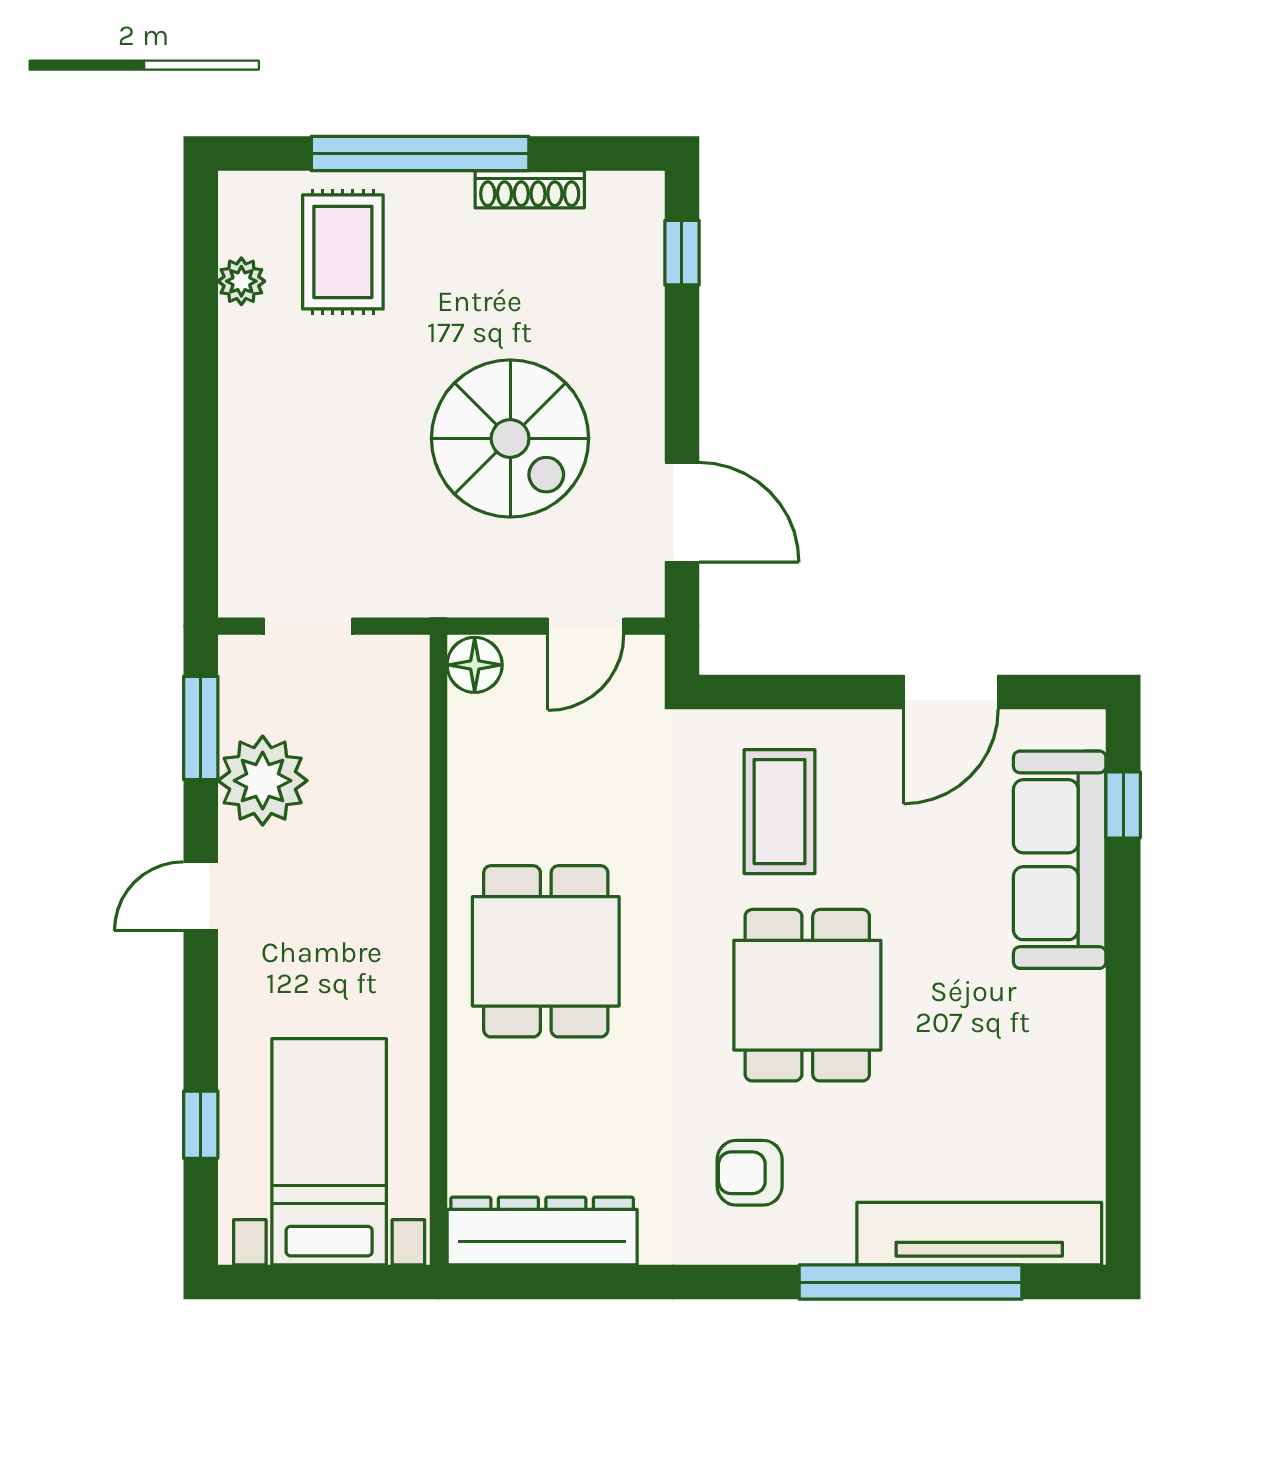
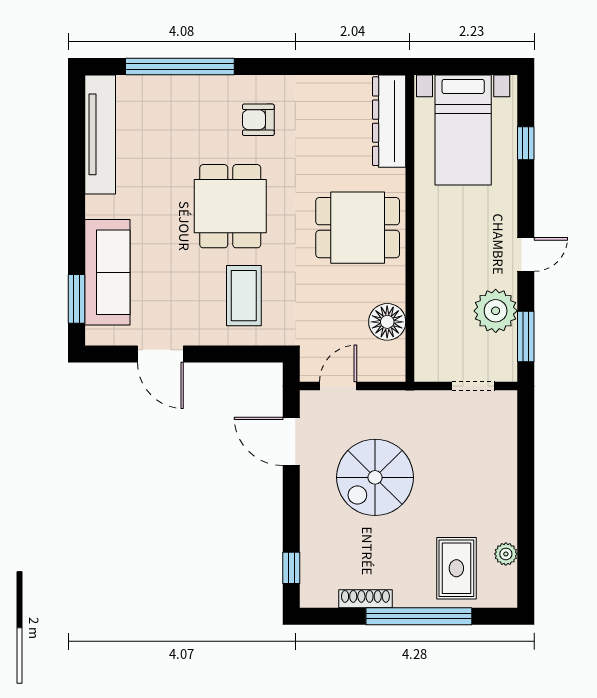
spiral stairs: (510, 438) -> (375, 477), turned -90
floor lamp: (475, 665) -> (387, 322), moved, width x1.38, depth x1.38
door: (951, 692) -> (160, 354), swing flipped
window: (1123, 805) -> (76, 299), width x1.50
dining table: (546, 951) -> (358, 228), turned 90
armchair: (750, 1173) -> (258, 120), turned 180
dresser: (542, 1231) -> (389, 121), moved, turned 90
tv unit: (979, 1234) -> (100, 134), moved, turned -90

